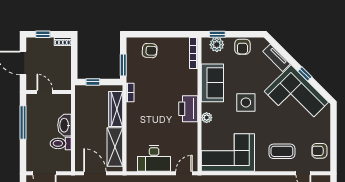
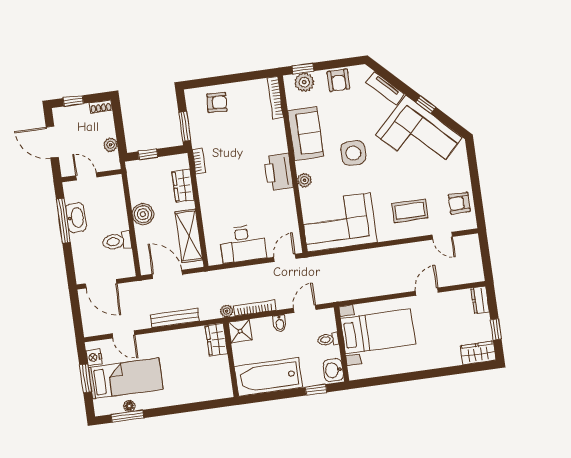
plant: (66, 71) -> (111, 145), added
wardrobe: (116, 109) -> (183, 186), width x0.67
washbasin: (65, 125) -> (76, 218), moved, turned 180
boiler: (83, 126) -> (143, 214), added

